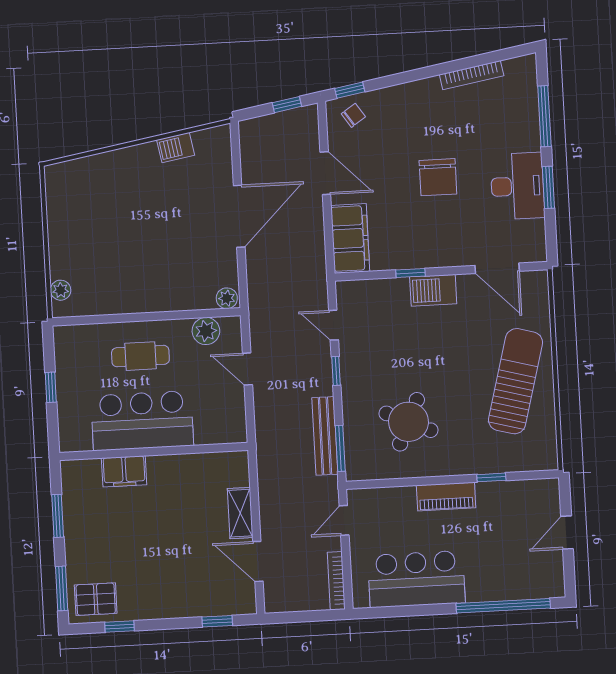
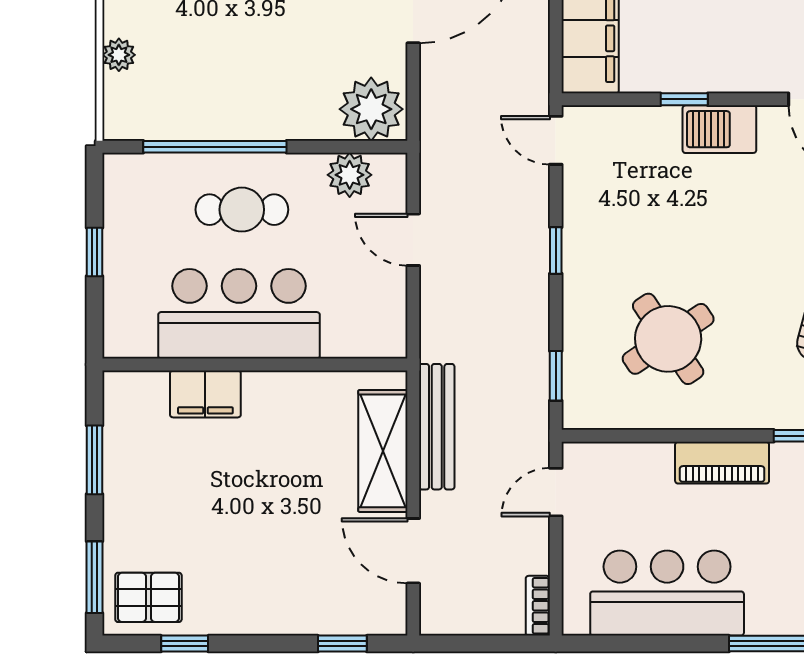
plant: (61, 290) -> (119, 55), moved
plant: (227, 298) -> (371, 109), width x1.87, depth x1.87
window: (122, 318) -> (215, 147), added
door: (334, 325) -> (556, 140), moved
round table: (409, 422) -> (668, 339), turned 32
bench: (325, 436) -> (437, 427), moved
window: (340, 448) -> (556, 376), width x0.67
shelving: (240, 513) -> (383, 451), width x1.50, depth x1.33
bookcase: (336, 581) -> (538, 606), width x0.64

